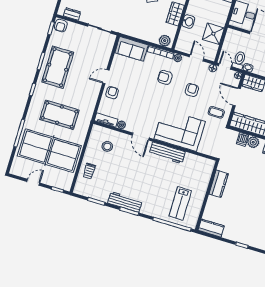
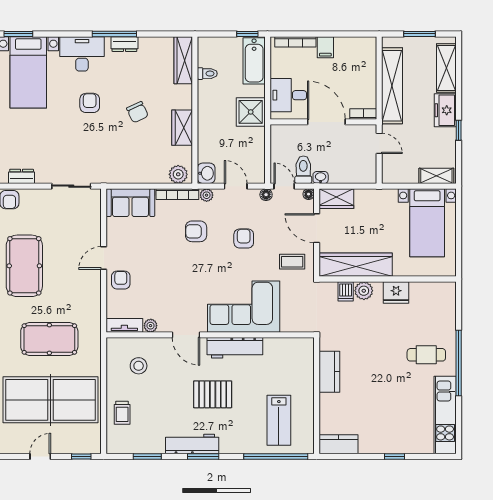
washbasin: (188, 21) -> (206, 173), moved
shower: (213, 34) -> (251, 112), moved
pallet: (146, 176) -> (213, 394), added

